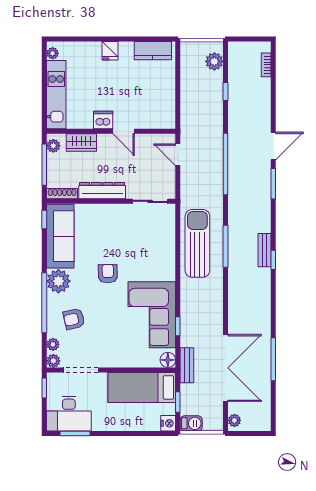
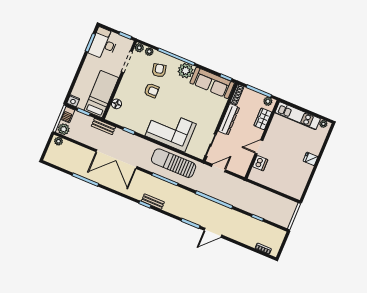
kitchen counter: (153, 51) -> (300, 184), removed
plant: (214, 61) -> (64, 129), moved
dishwasher: (103, 120) -> (260, 163), moved
door: (273, 146) -> (213, 233), hinge flipped
door: (178, 155) -> (218, 168), moved
sun lounger: (197, 243) -> (174, 163), turned 180
armchair: (108, 274) -> (152, 91), moved
corner sofa: (152, 315) -> (171, 130), moved
floor lamp: (168, 360) -> (116, 104), moved
double door: (226, 368) -> (116, 159), moved

